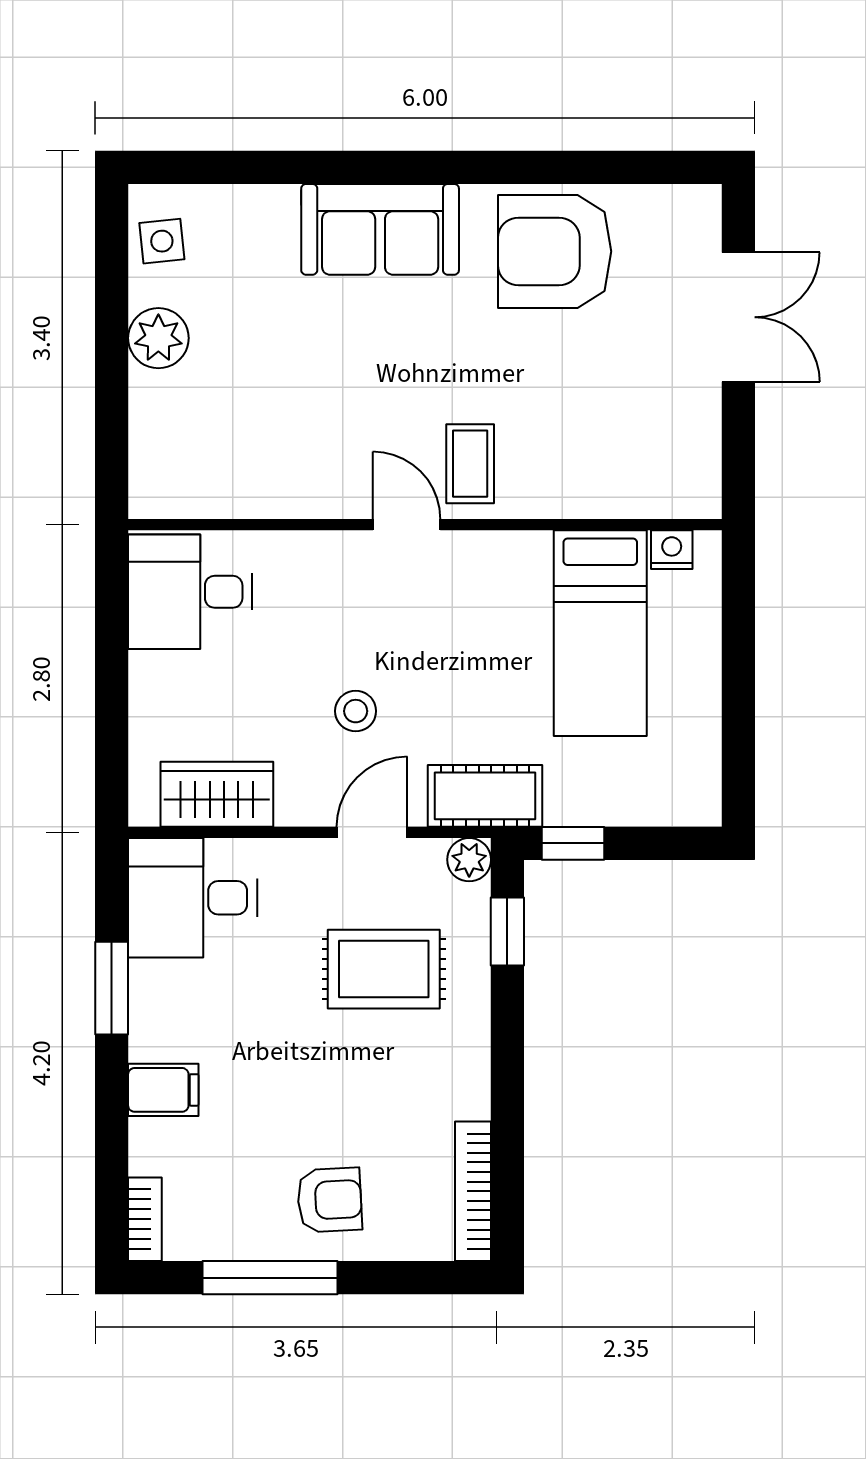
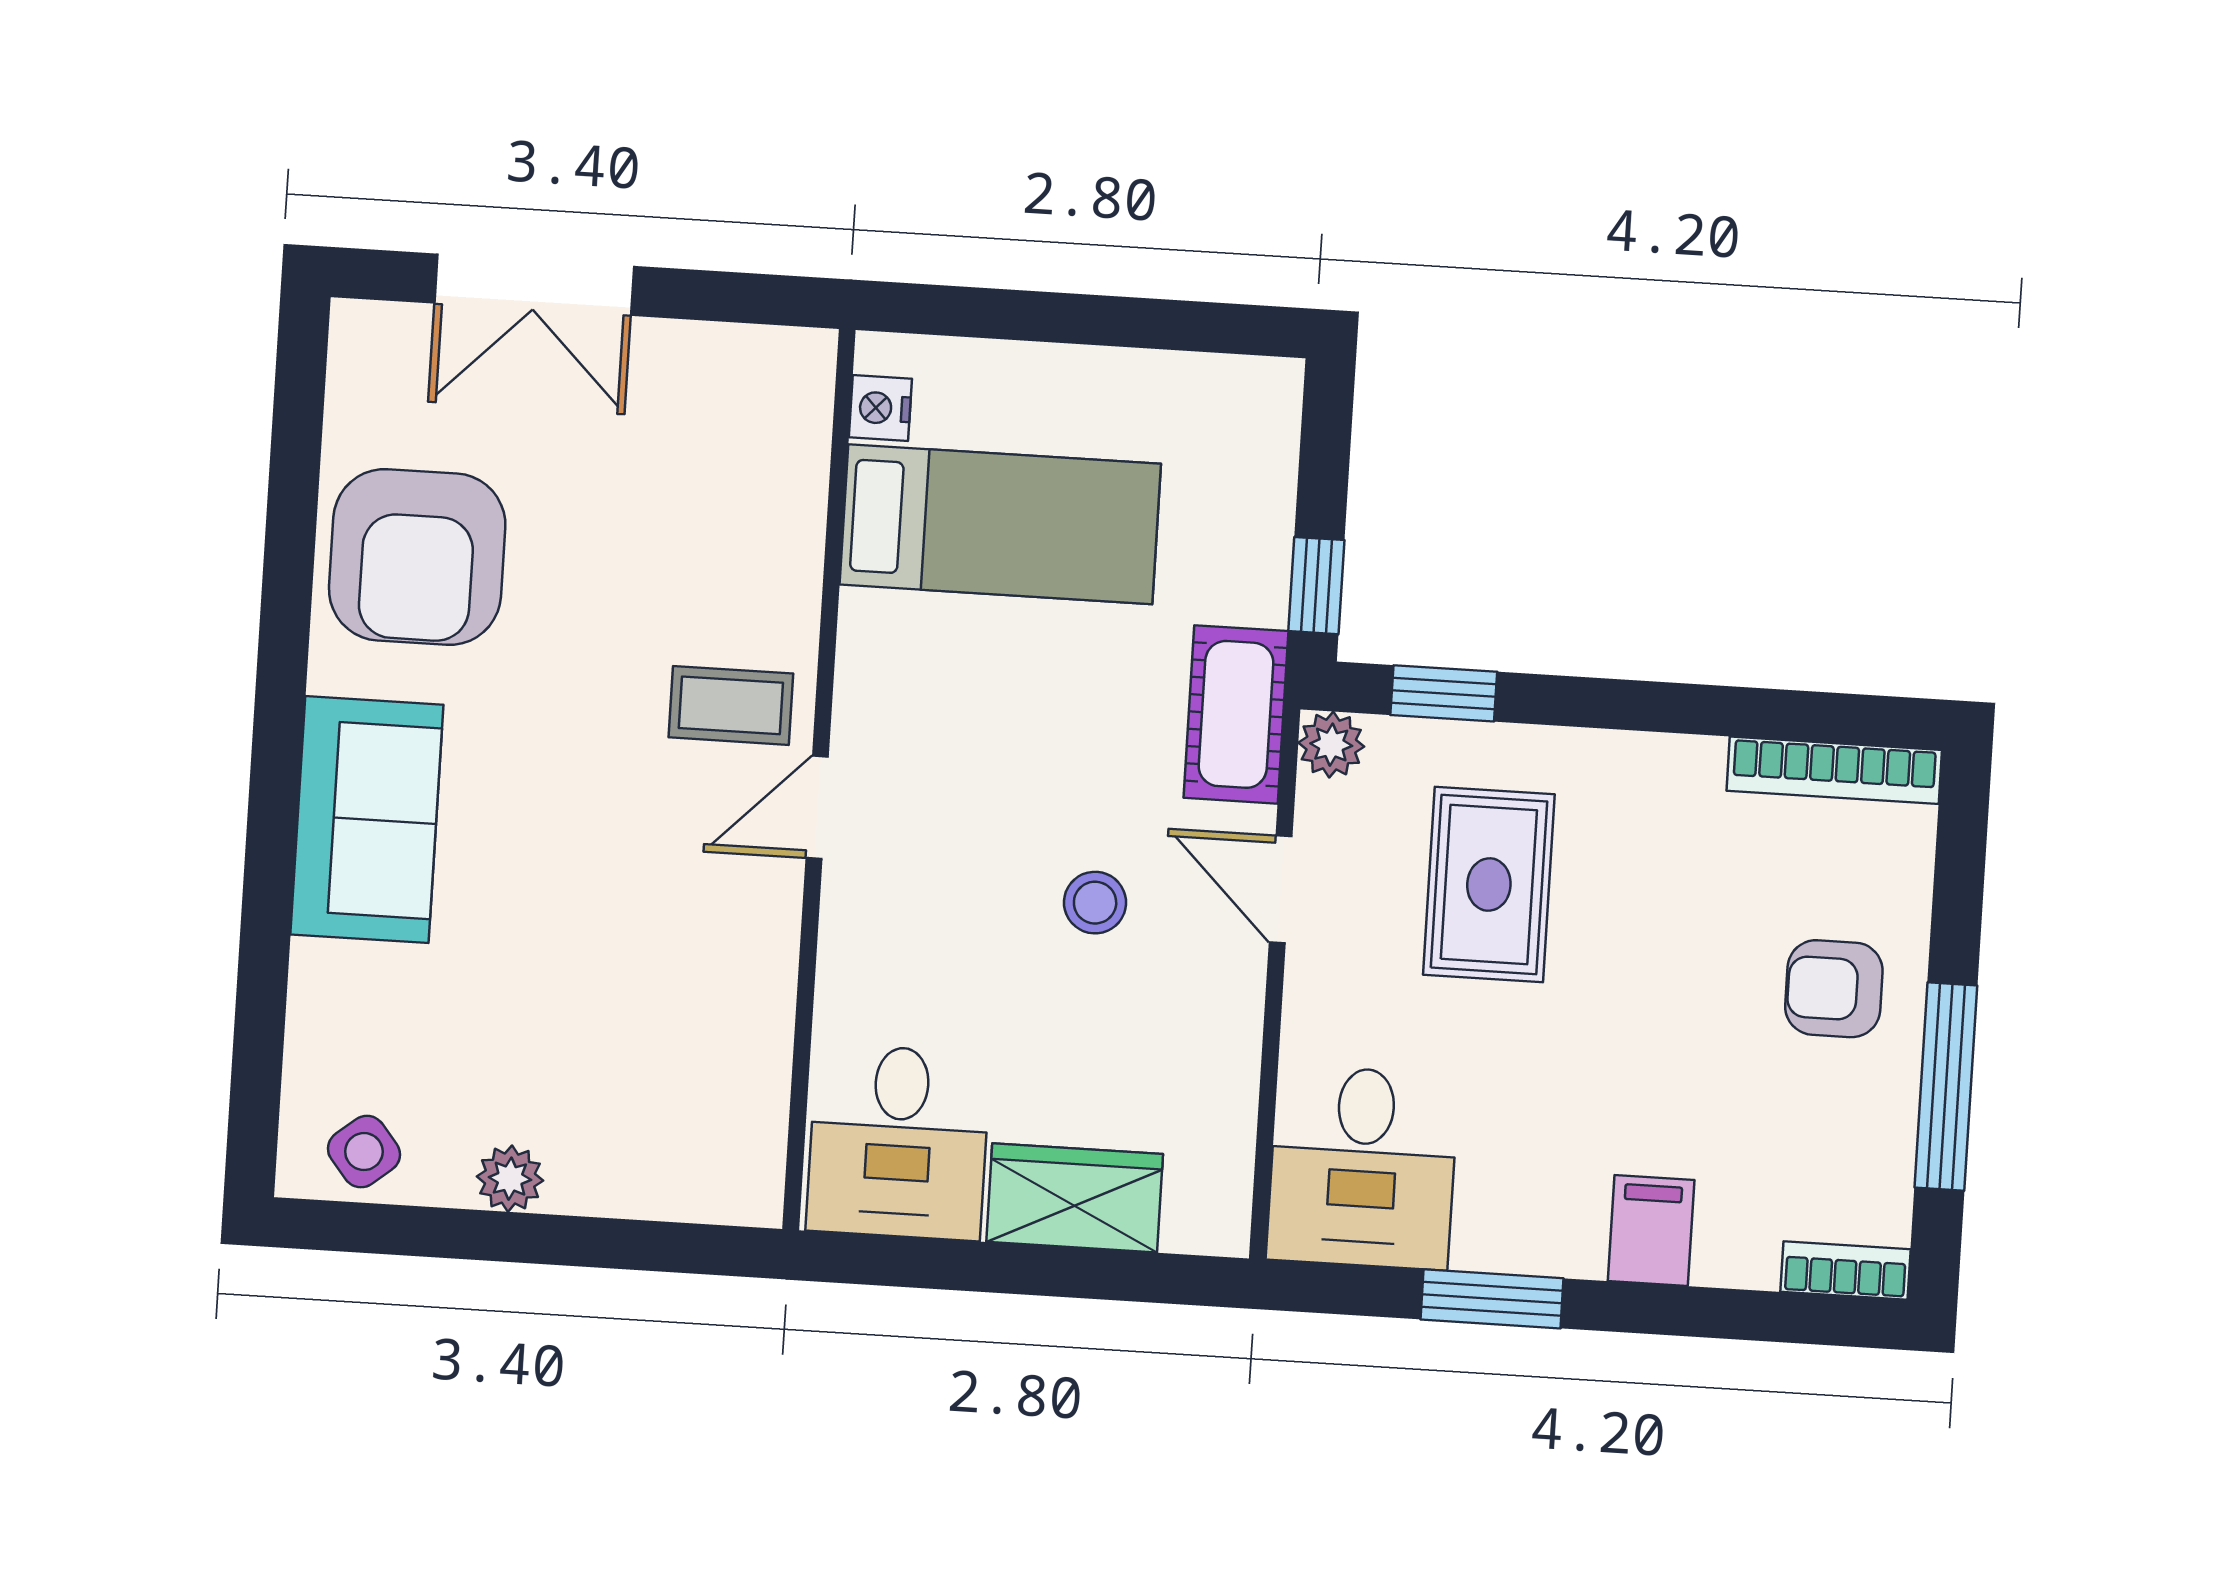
side table: (162, 241) -> (364, 1152), turned -33
double door: (738, 317) -> (534, 285), swing flipped
plant: (158, 338) -> (510, 1179), width x0.73, depth x0.73
wardrobe: (217, 794) -> (1075, 1198), moved, turned 90
armchair: (330, 1200) -> (1834, 989), turned -87

